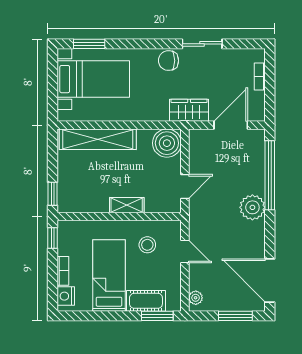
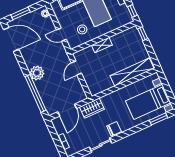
boiler: (167, 143) -> (96, 86), removed

